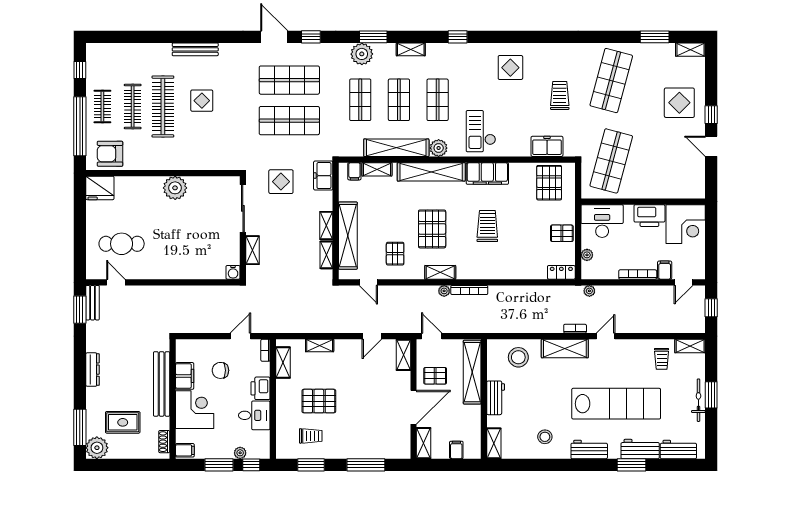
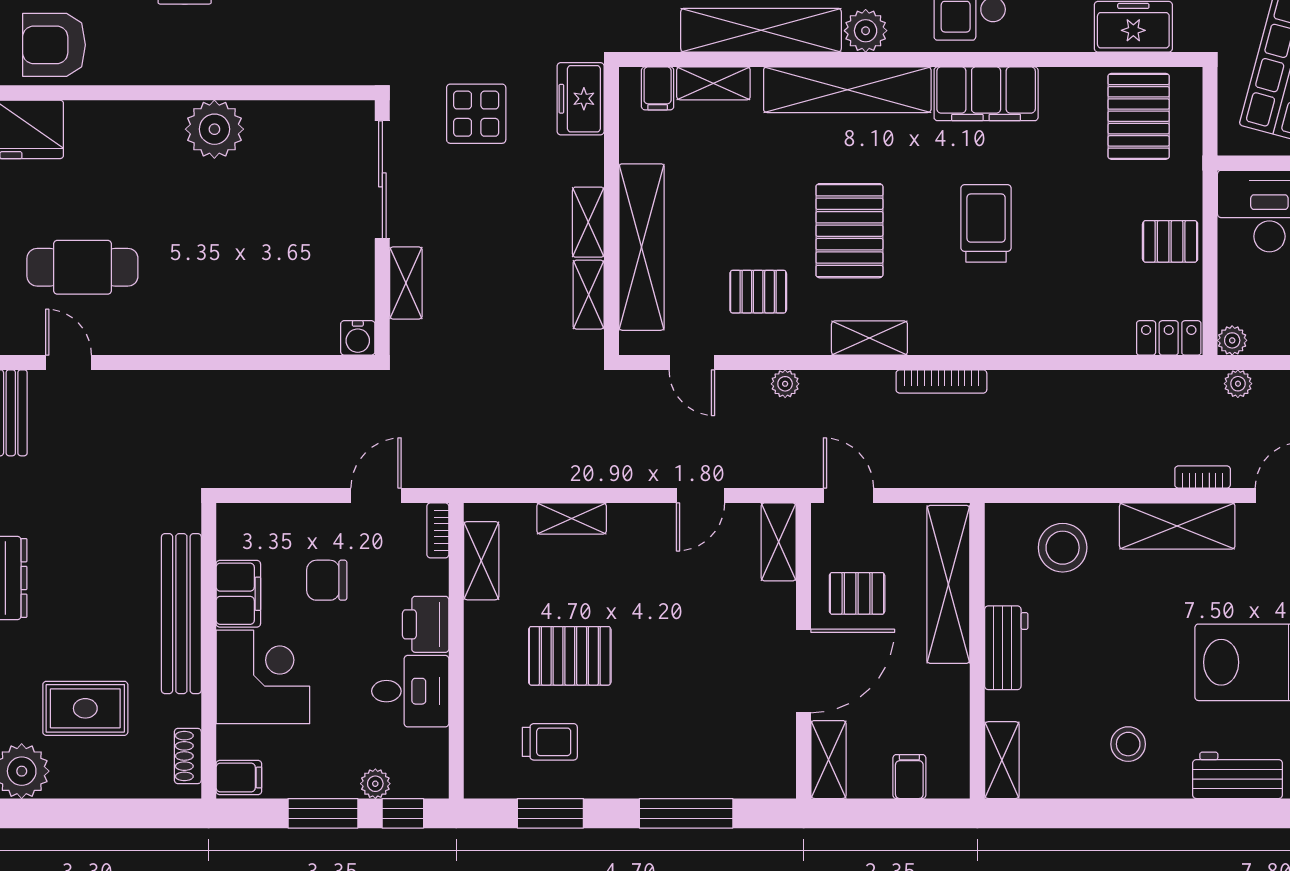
pallet: (395, 254) -> (758, 292), turned 90
plant: (587, 255) -> (1232, 340), moved
plant: (444, 291) -> (785, 384), moved

